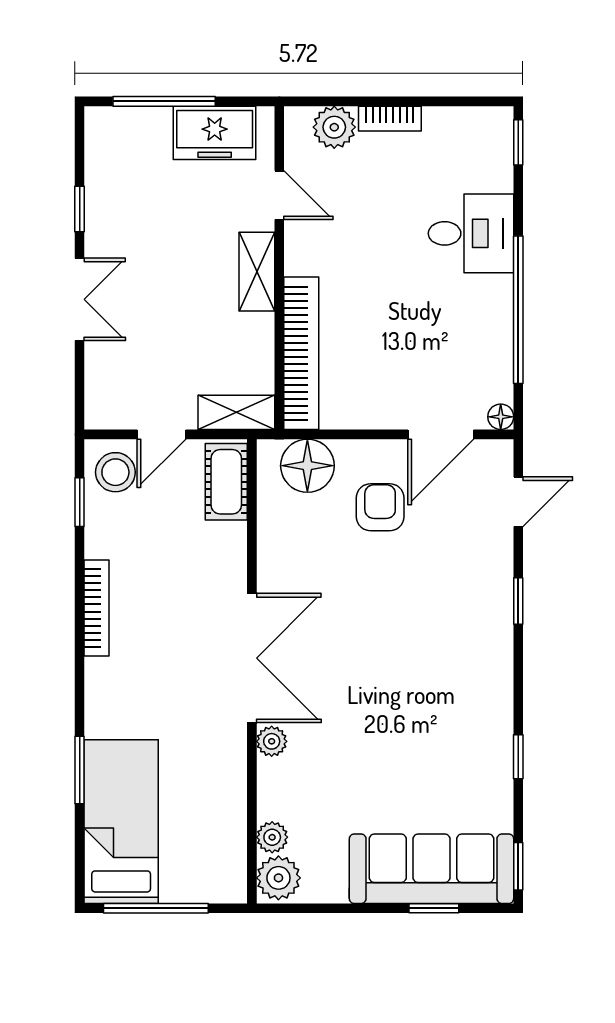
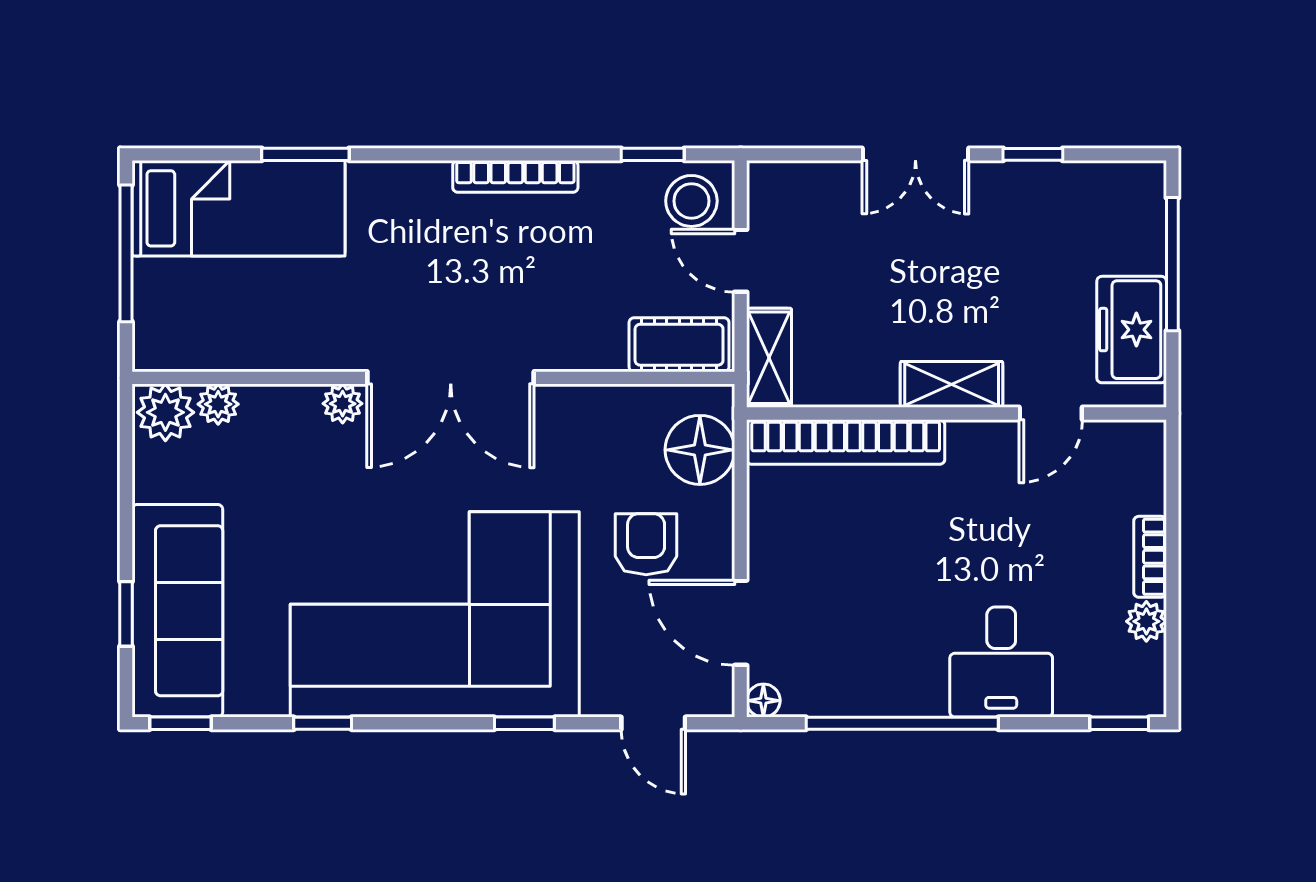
plant: (334, 127) -> (1146, 621), moved, width x0.73, depth x0.73
armchair: (380, 507) -> (646, 544), turned -90
corner sofa: (434, 670) -> (435, 614), added

